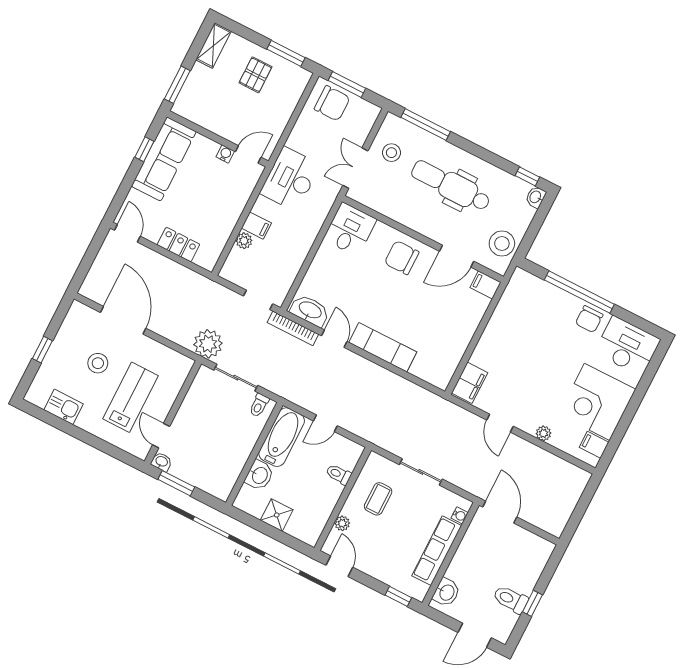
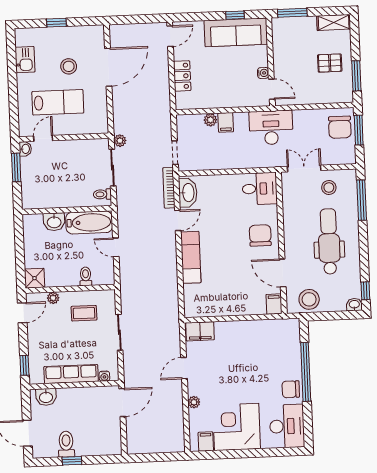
plant: (208, 344) -> (120, 141), width x0.53, depth x0.53
shower: (277, 515) -> (35, 278), moved

